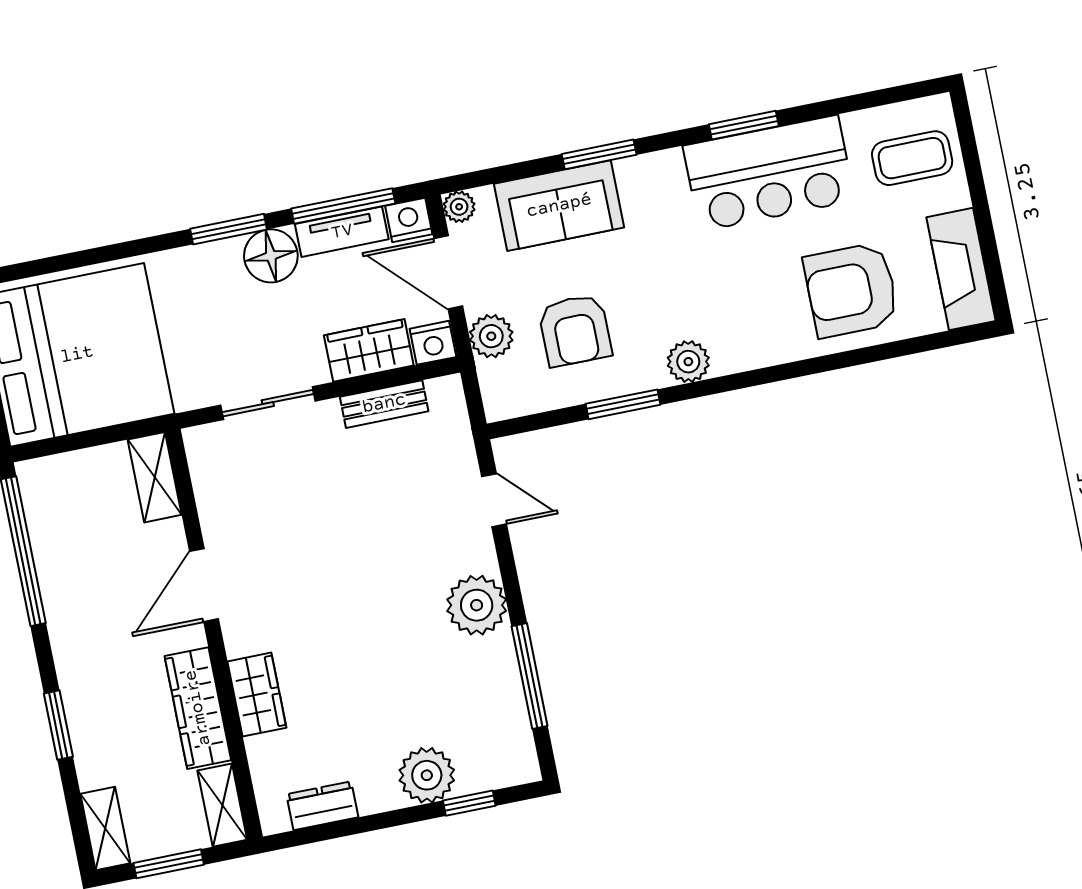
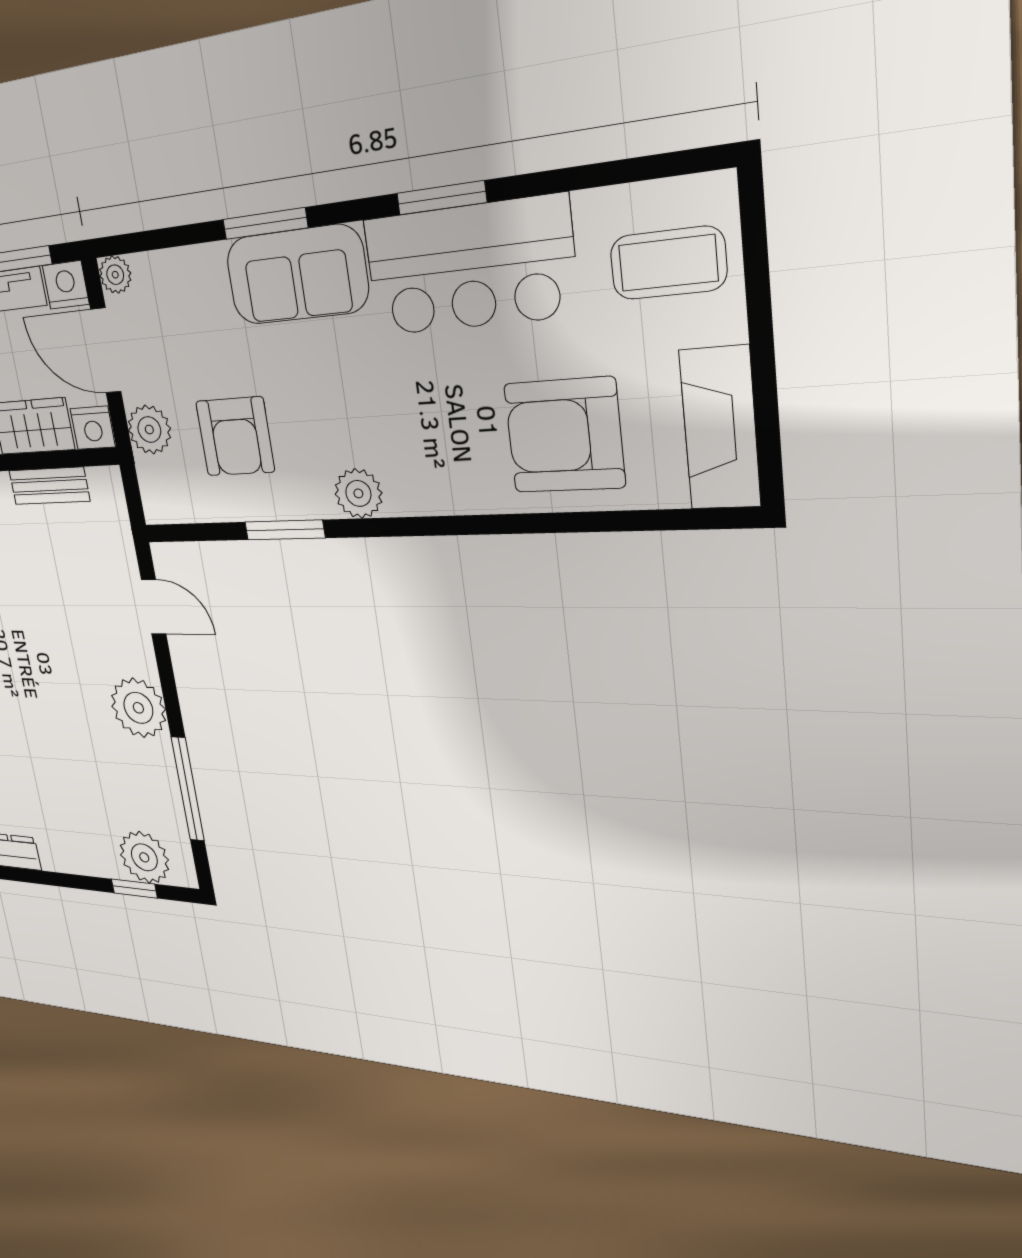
sofa: (559, 206) -> (297, 275), moved
plant: (427, 775) -> (144, 857), moved

